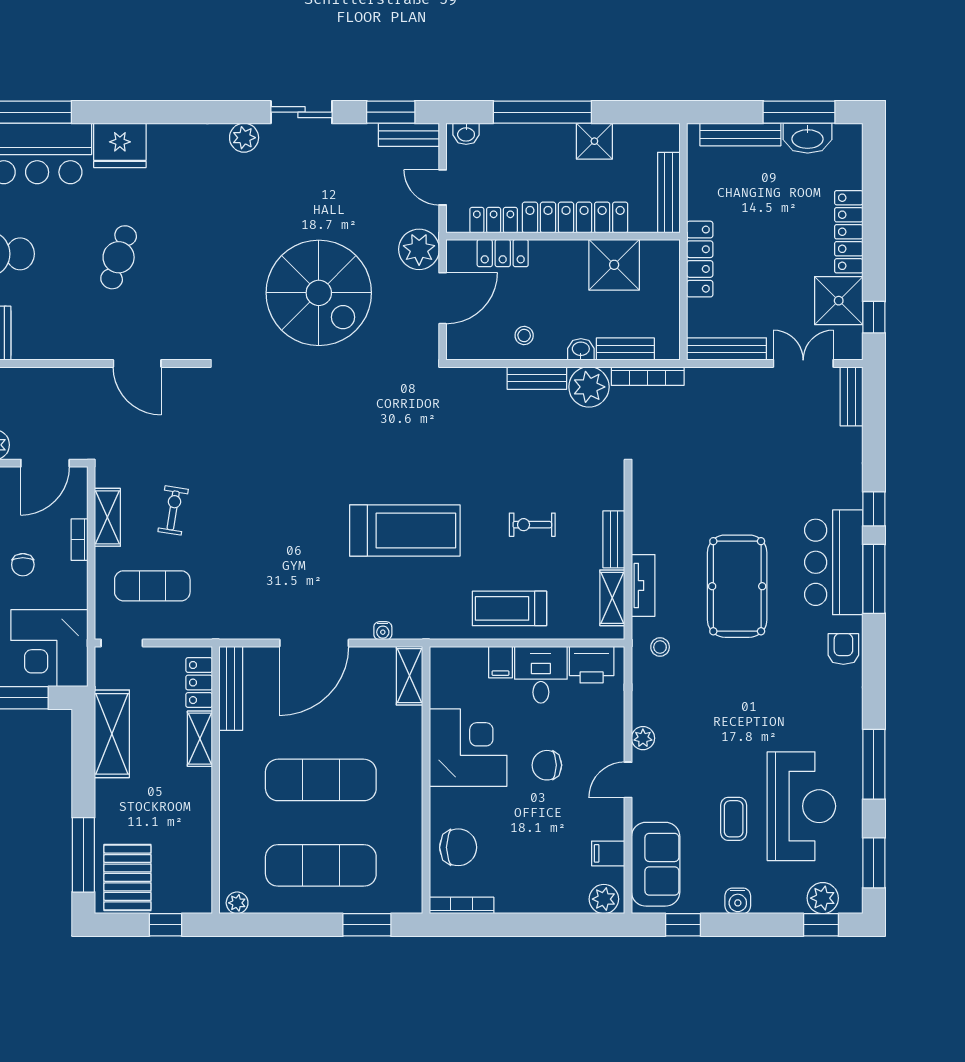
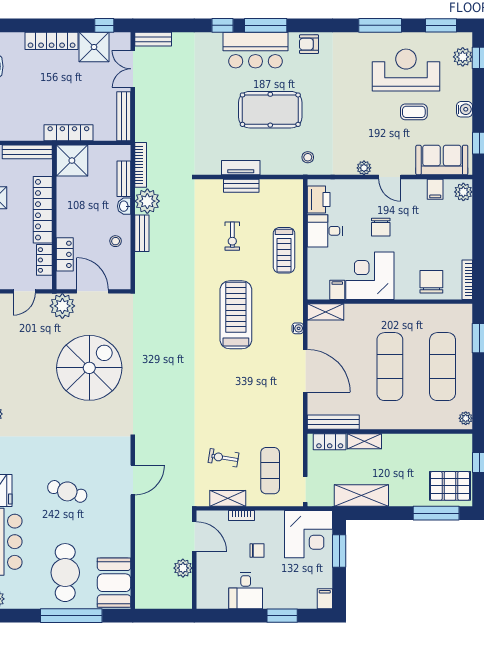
shower: (614, 265) -> (72, 161), moved
tv unit: (643, 585) -> (241, 168), moved
shelving: (612, 598) -> (277, 187), removed
filing cabinet: (501, 662) -> (337, 290), moved, turned -90

